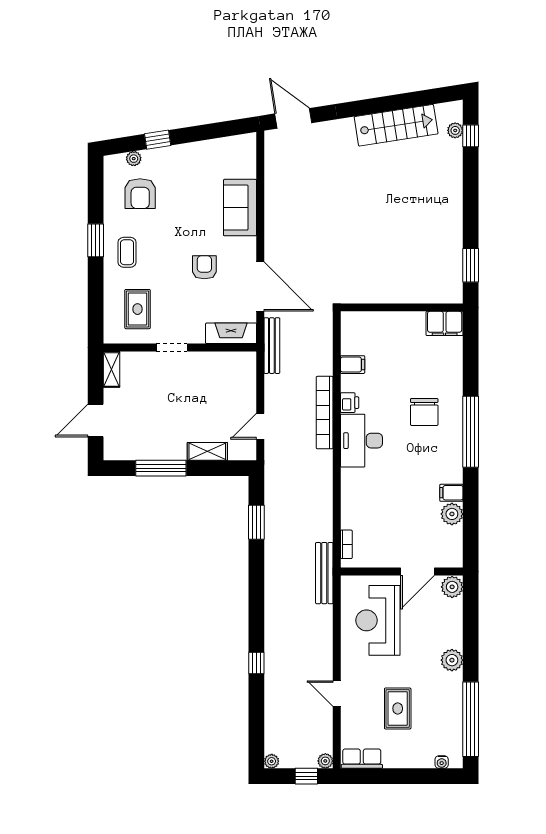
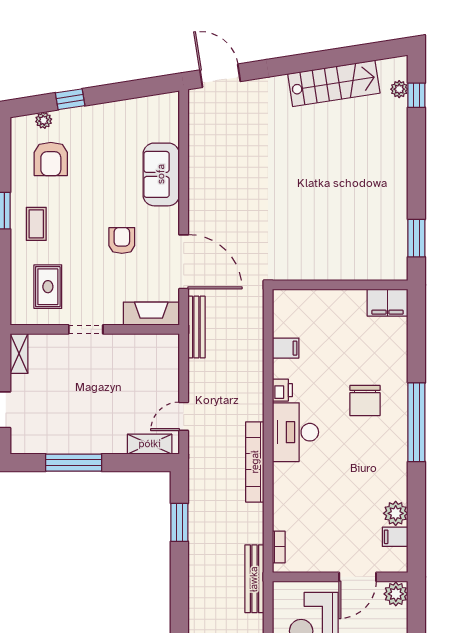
bookcase: (325, 413) -> (255, 462), moved
shelving: (207, 451) -> (150, 444), moved
filing cabinet: (451, 493) -> (395, 537), moved

